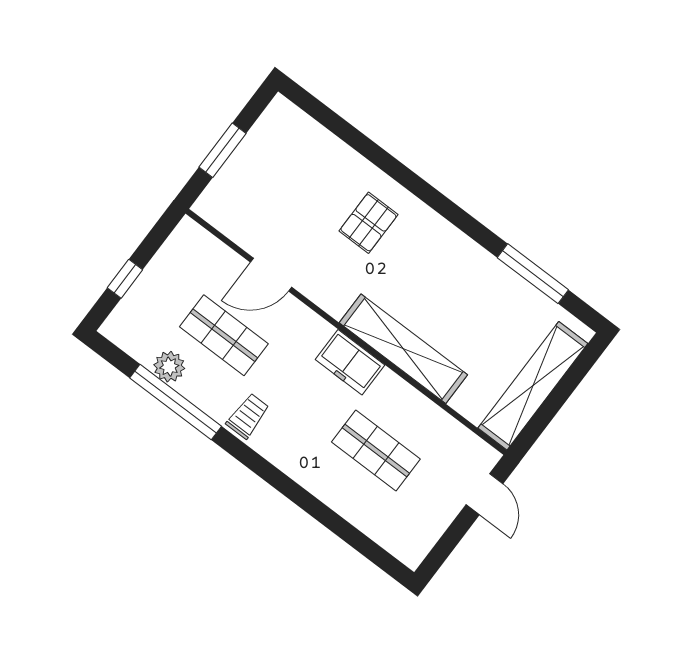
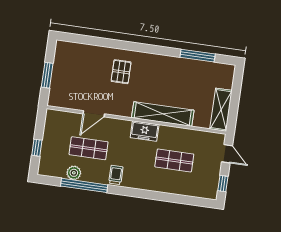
shelving: (533, 386) -> (221, 110), width x0.68
window: (444, 547) -> (223, 184), added

